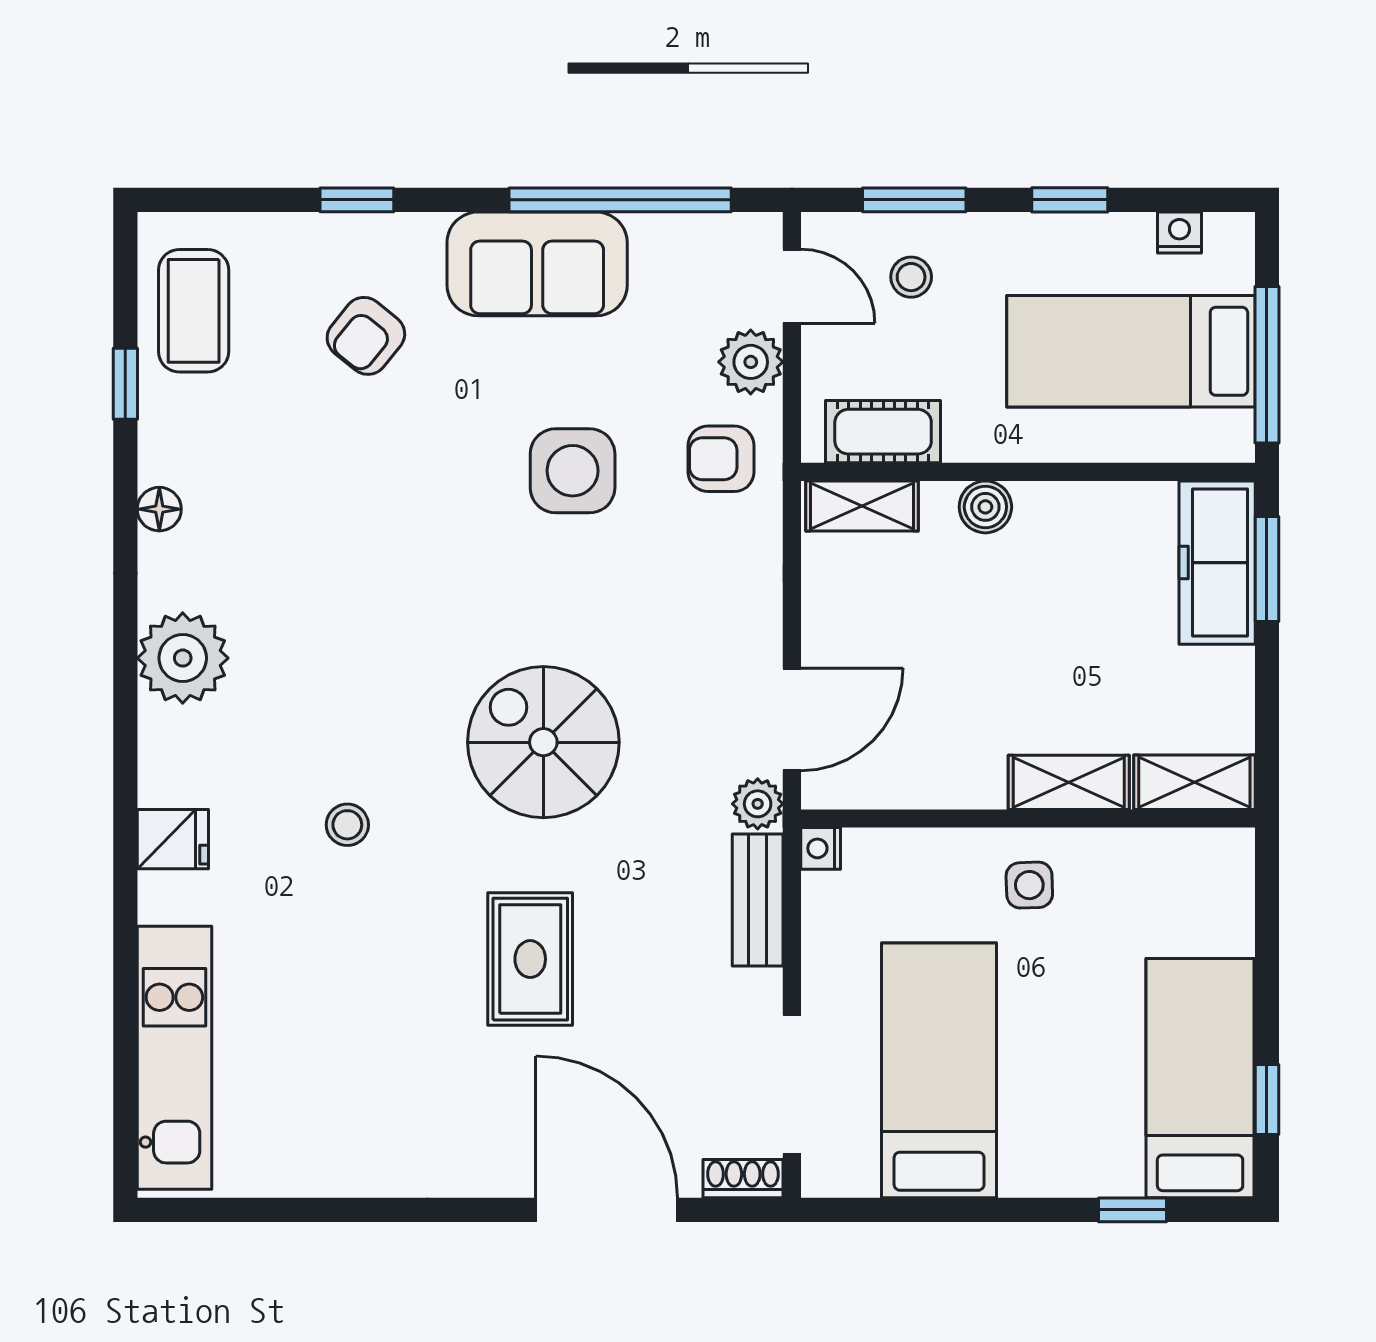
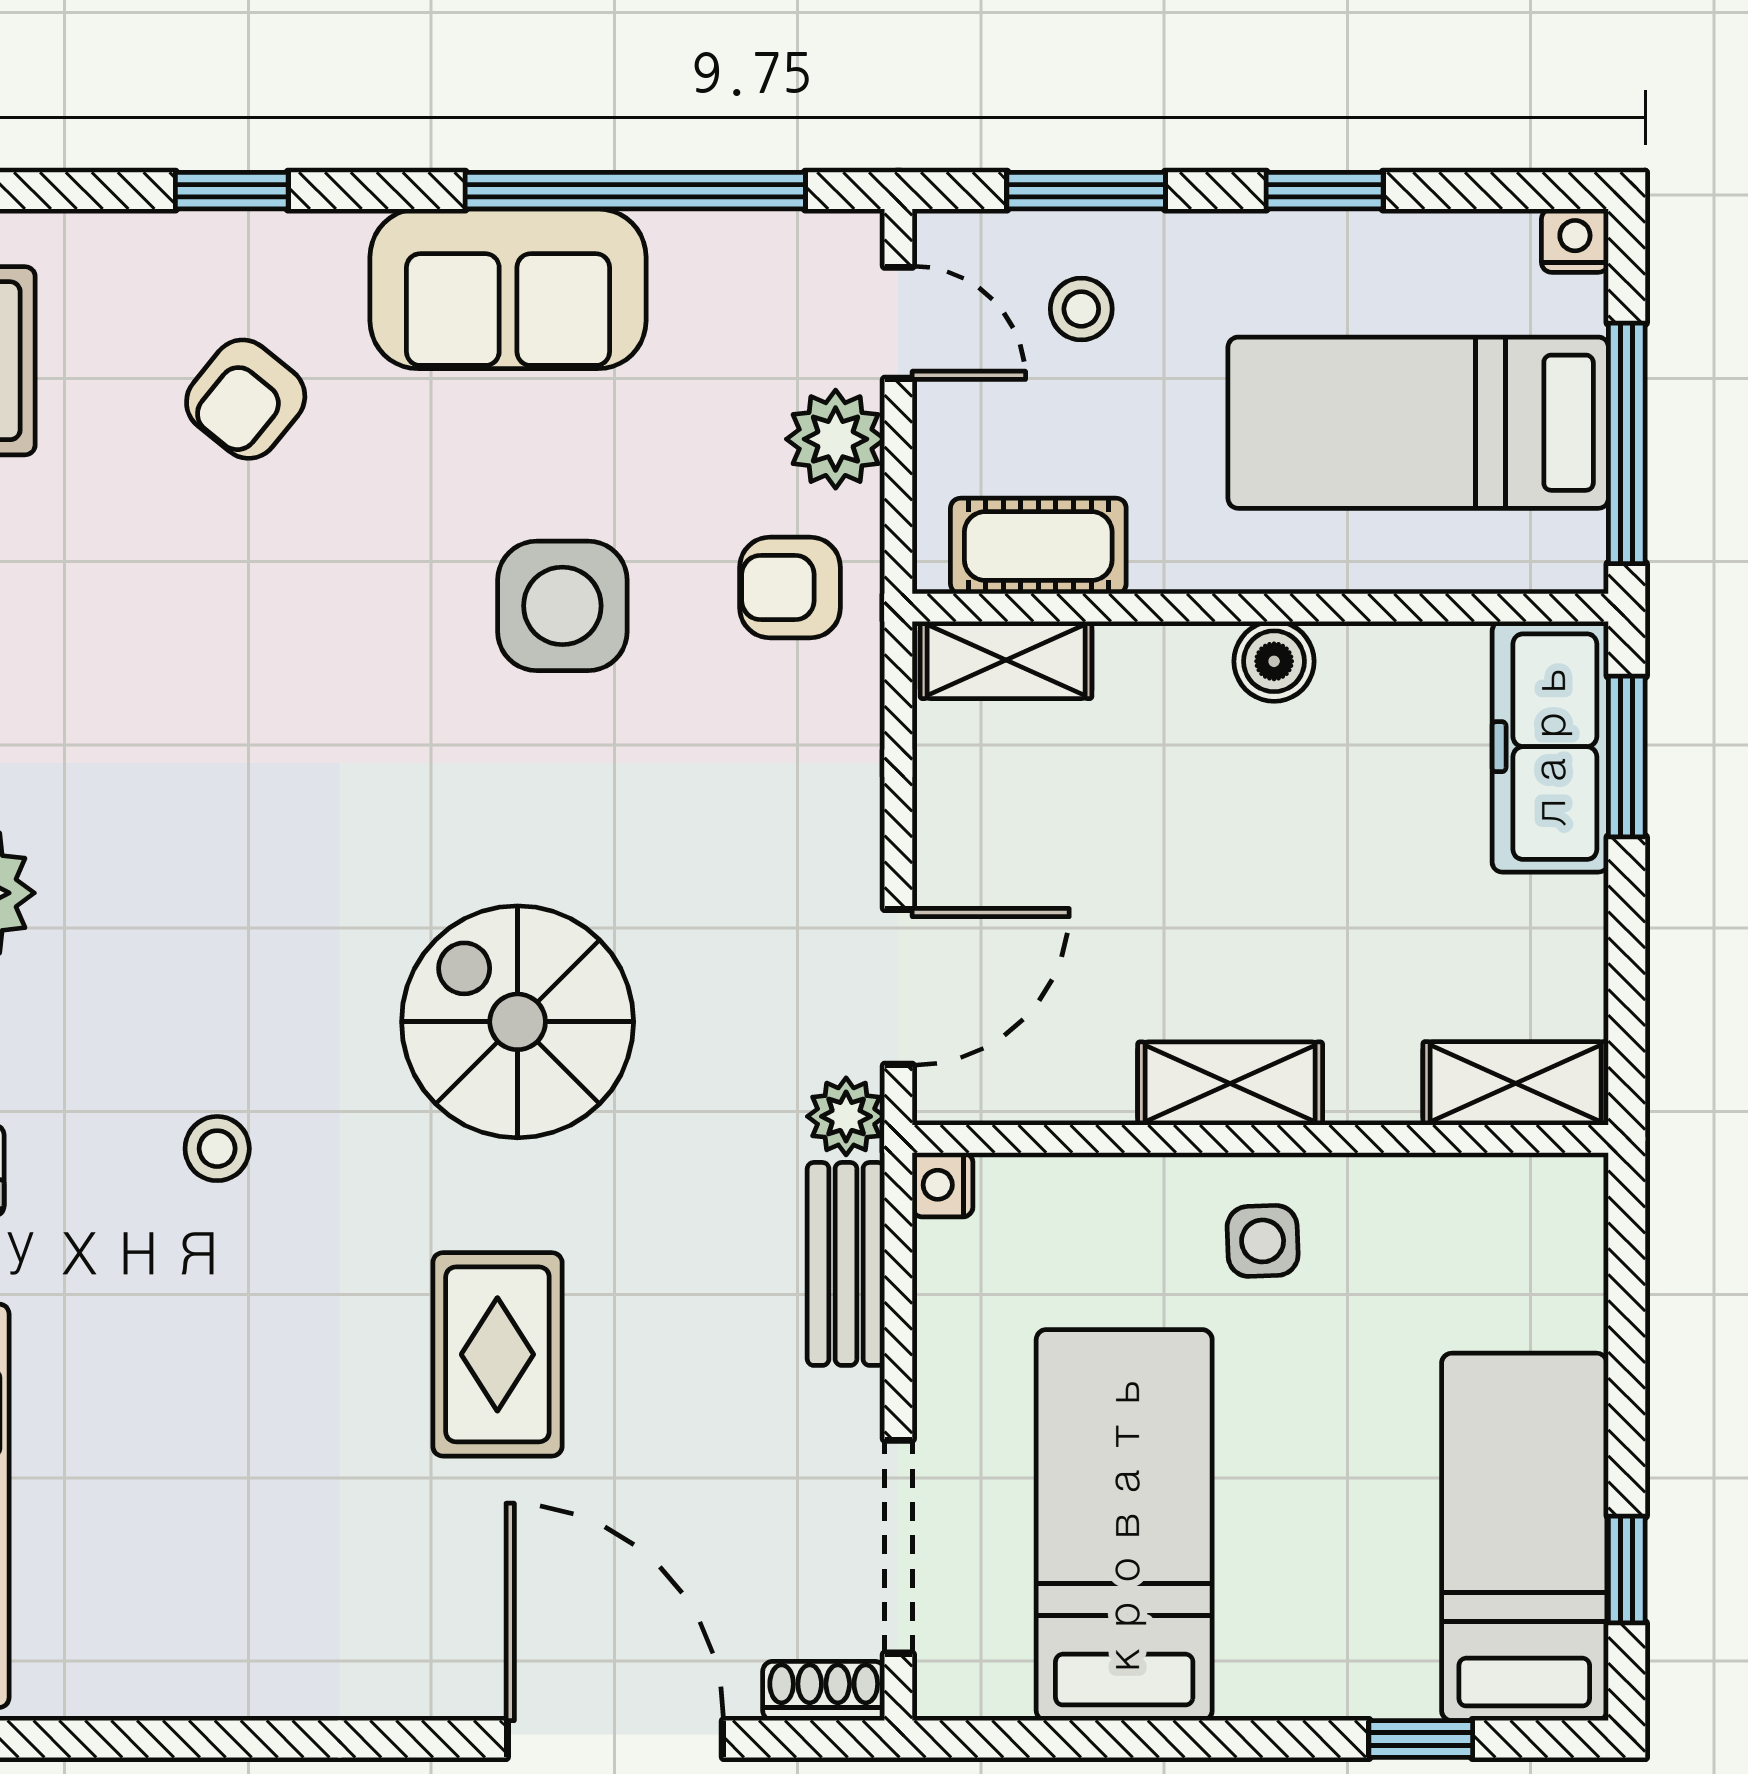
nightstand: (1179, 232) -> (1575, 241), moved
boiler: (985, 507) -> (1274, 661), moved
shelving: (1069, 782) -> (1230, 1084), moved

